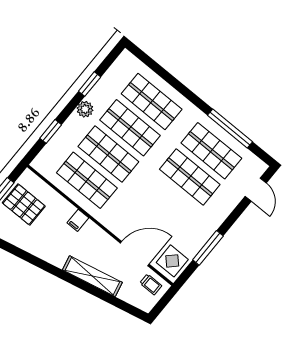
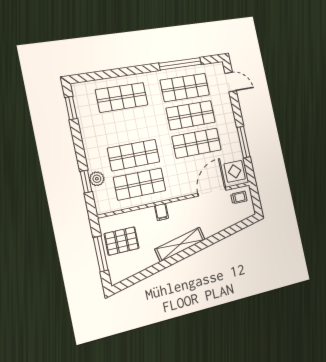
window: (90, 84) -> (71, 108), moved
plant: (85, 109) -> (97, 179), moved
shop shelf: (130, 128) -> (197, 143), moved
shelving: (92, 276) -> (180, 244), moved

